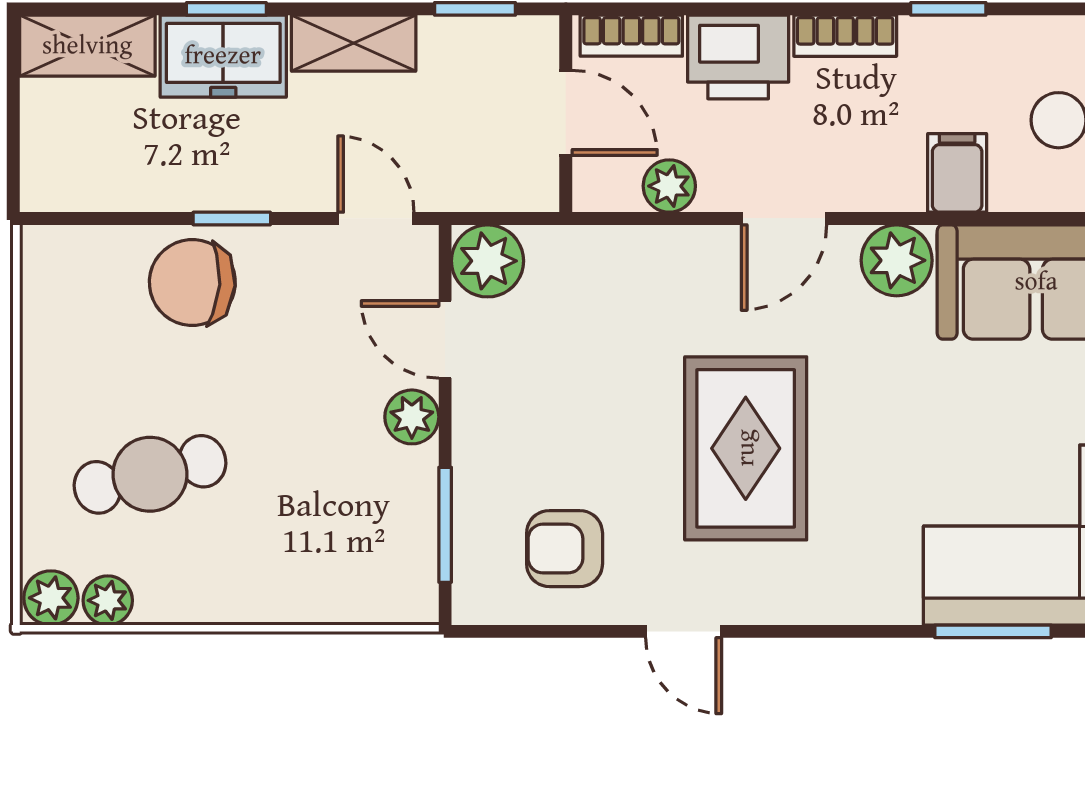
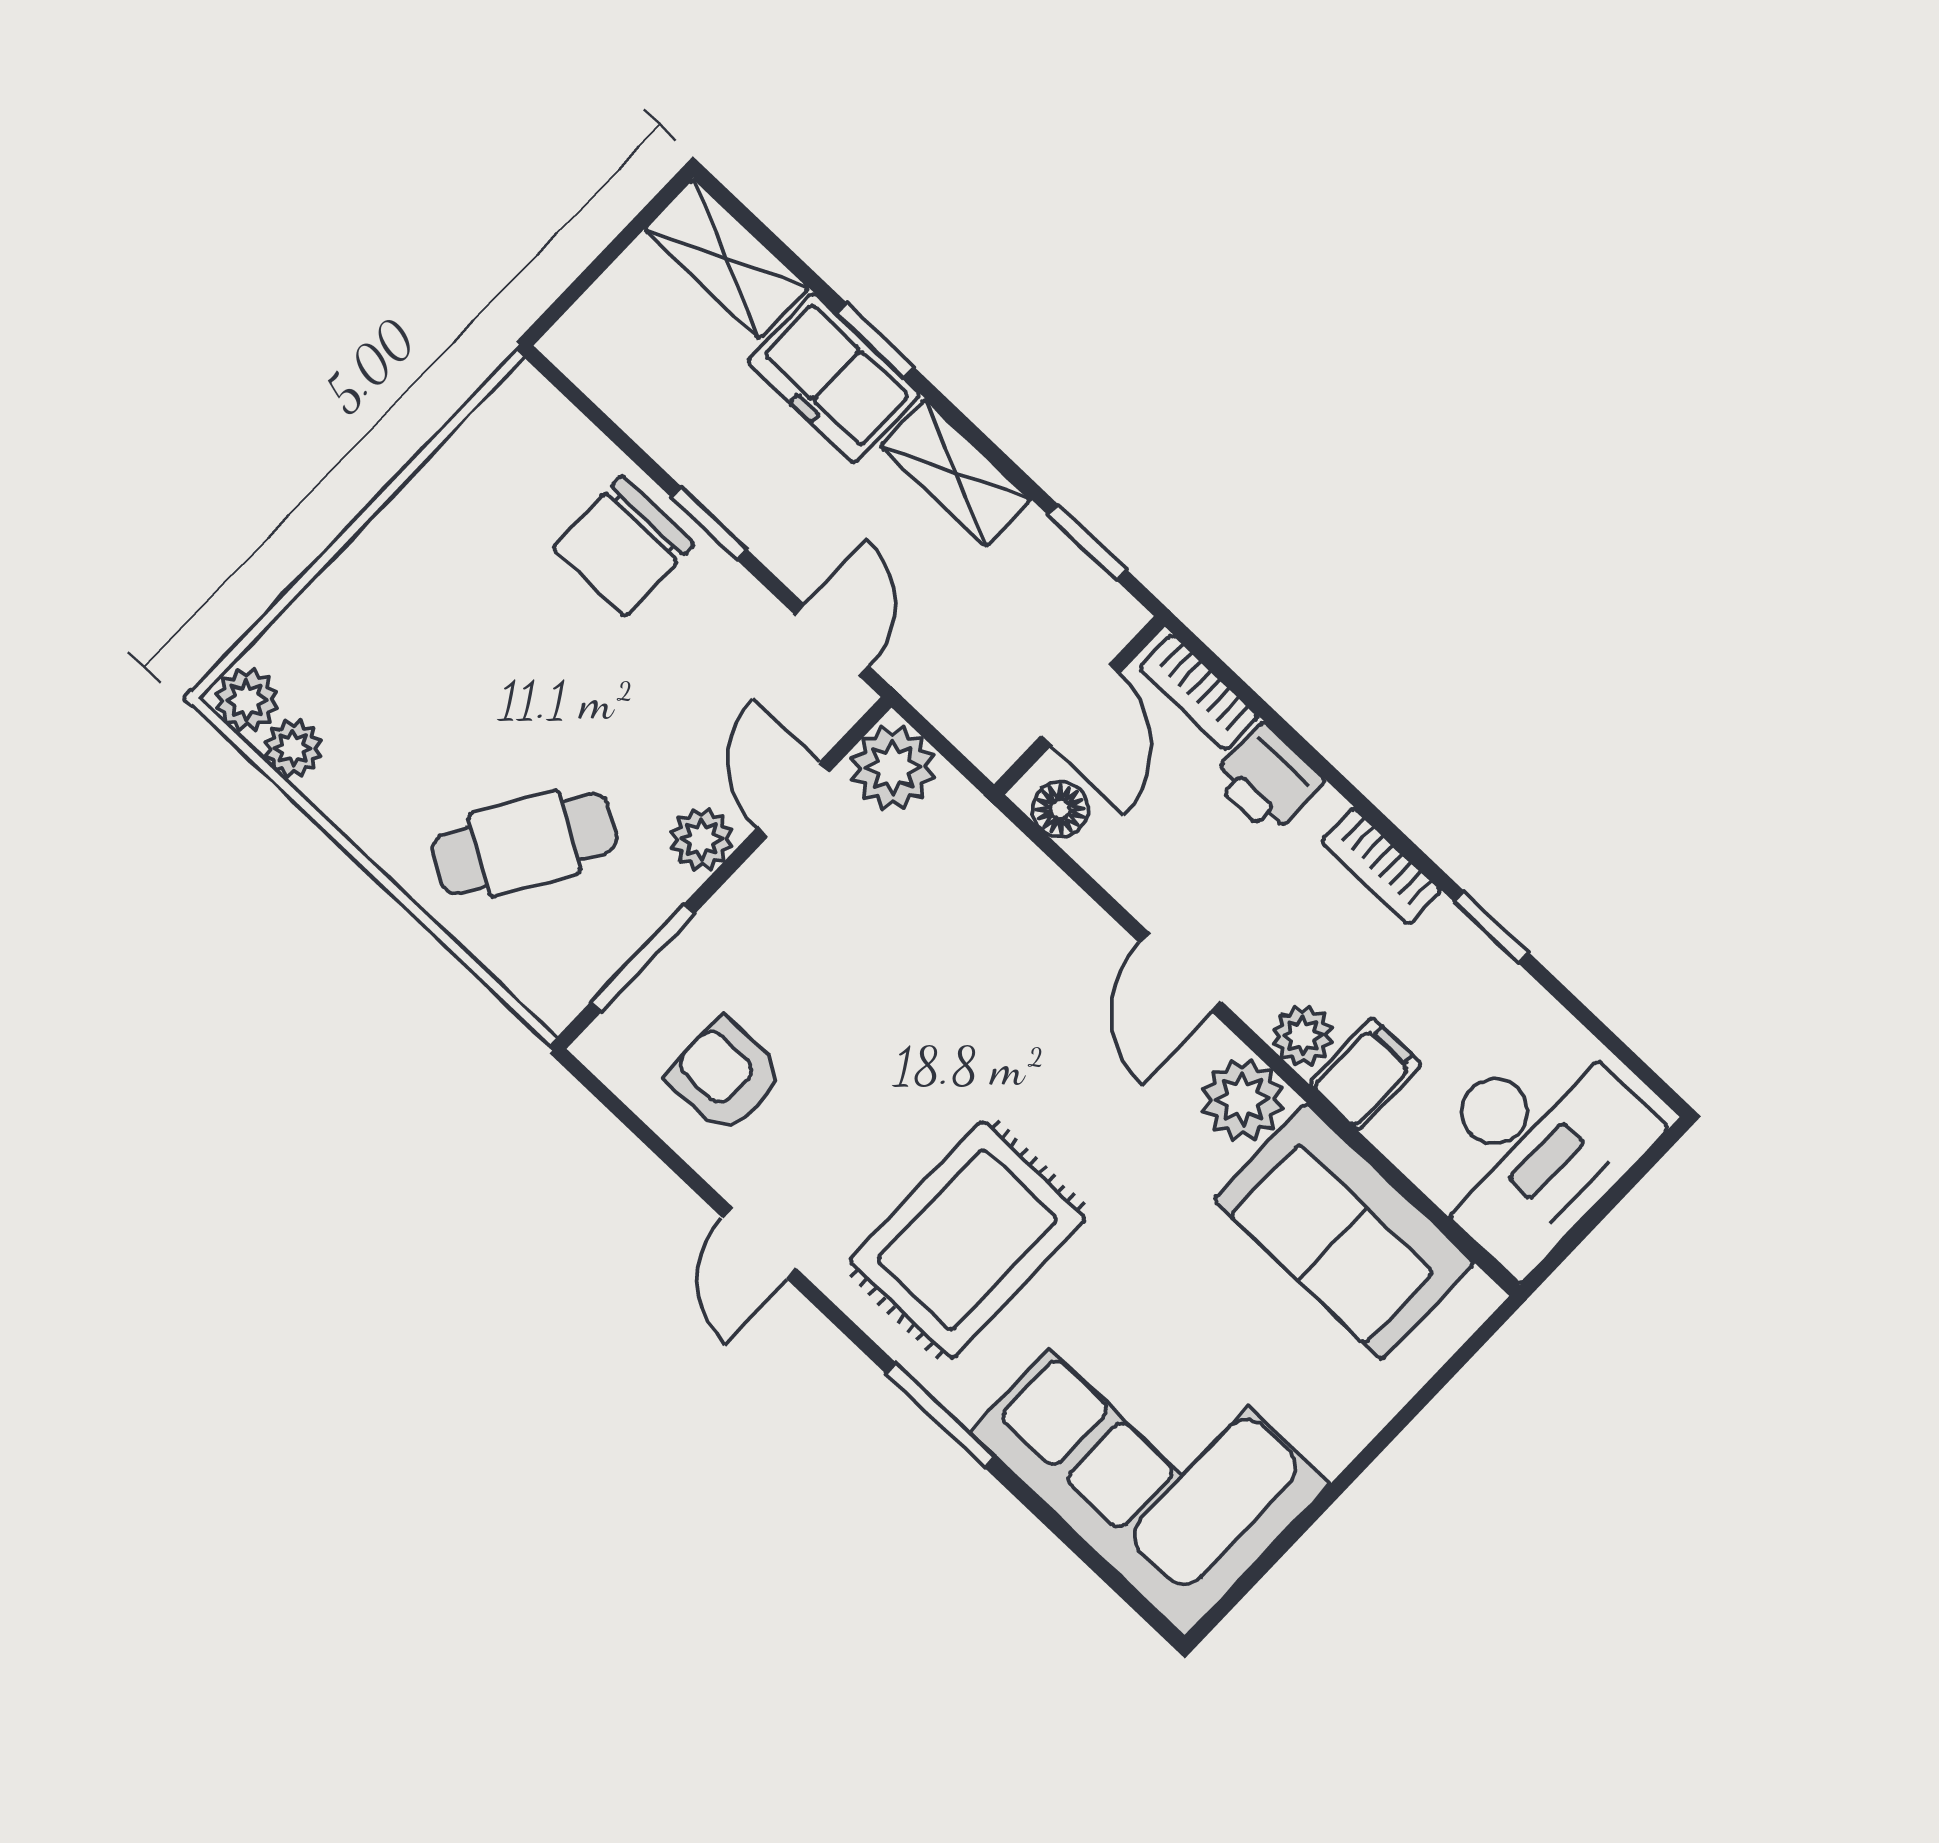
printer: (738, 57) -> (1268, 779), width x0.73, depth x0.81
plant: (669, 186) -> (1303, 1036), moved
floor lamp: (615, 189) -> (1060, 809), added
door: (784, 218) -> (1180, 972), hinge flipped
chair: (192, 283) -> (624, 546), turned -94
rug: (746, 448) -> (967, 1240), moved
cafe table: (150, 474) -> (525, 844), moved, turned -45
window: (993, 631) -> (940, 1415), moved

